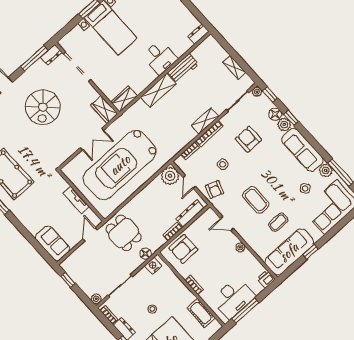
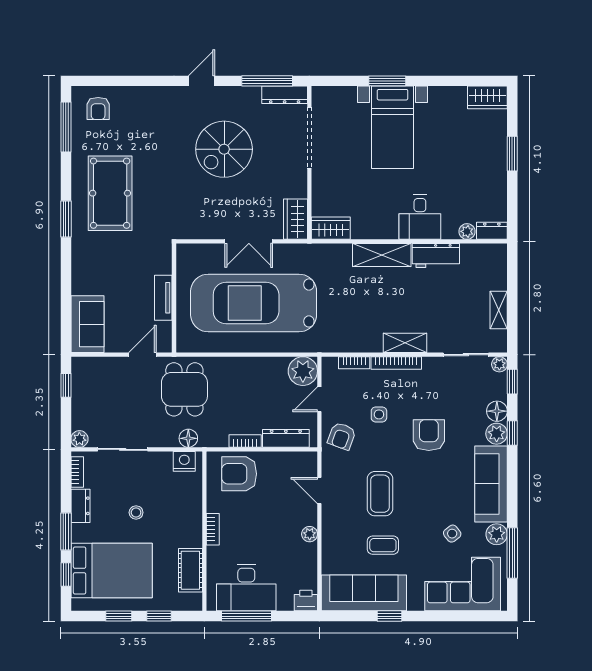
plant: (187, 45) -> (467, 231), added
dresser: (51, 55) -> (285, 95), width x1.44
armchair: (248, 139) -> (429, 435), moved

